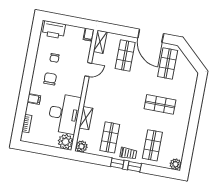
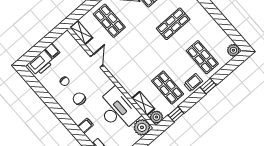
filing cabinet: (89, 35) -> (52, 51), moved
shelving: (86, 118) -> (143, 103), moved
window: (117, 163) -> (176, 114), moved

